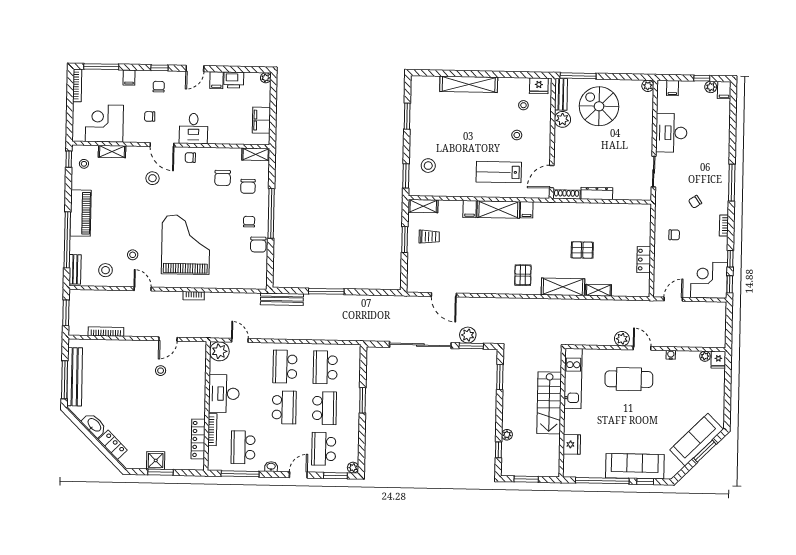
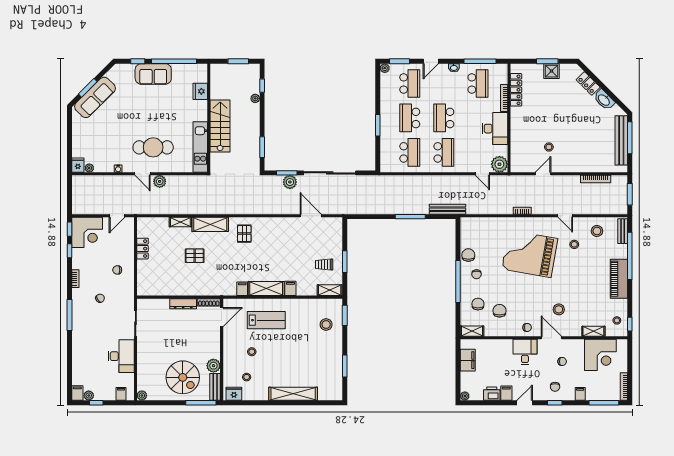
grand piano: (186, 245) -> (530, 254), turned 100
sofa: (635, 466) -> (153, 74), width x0.73

